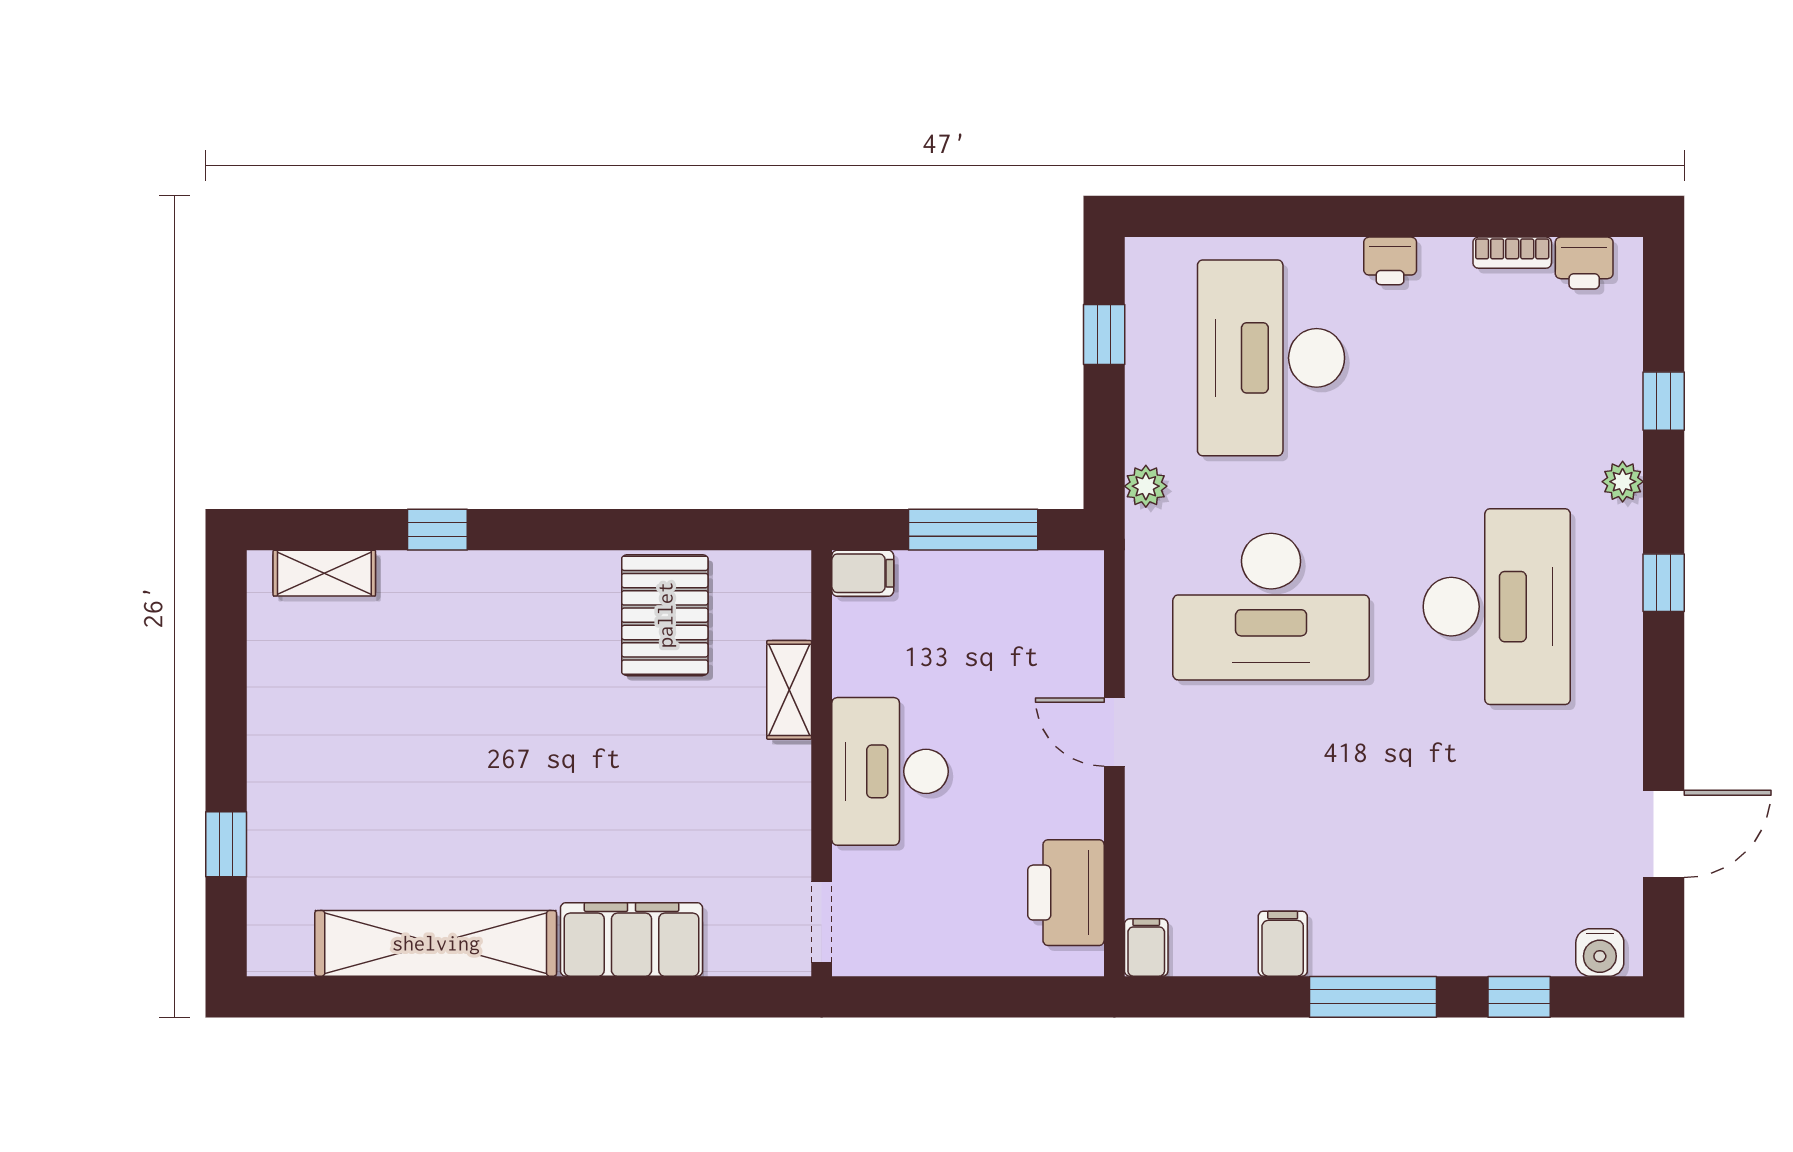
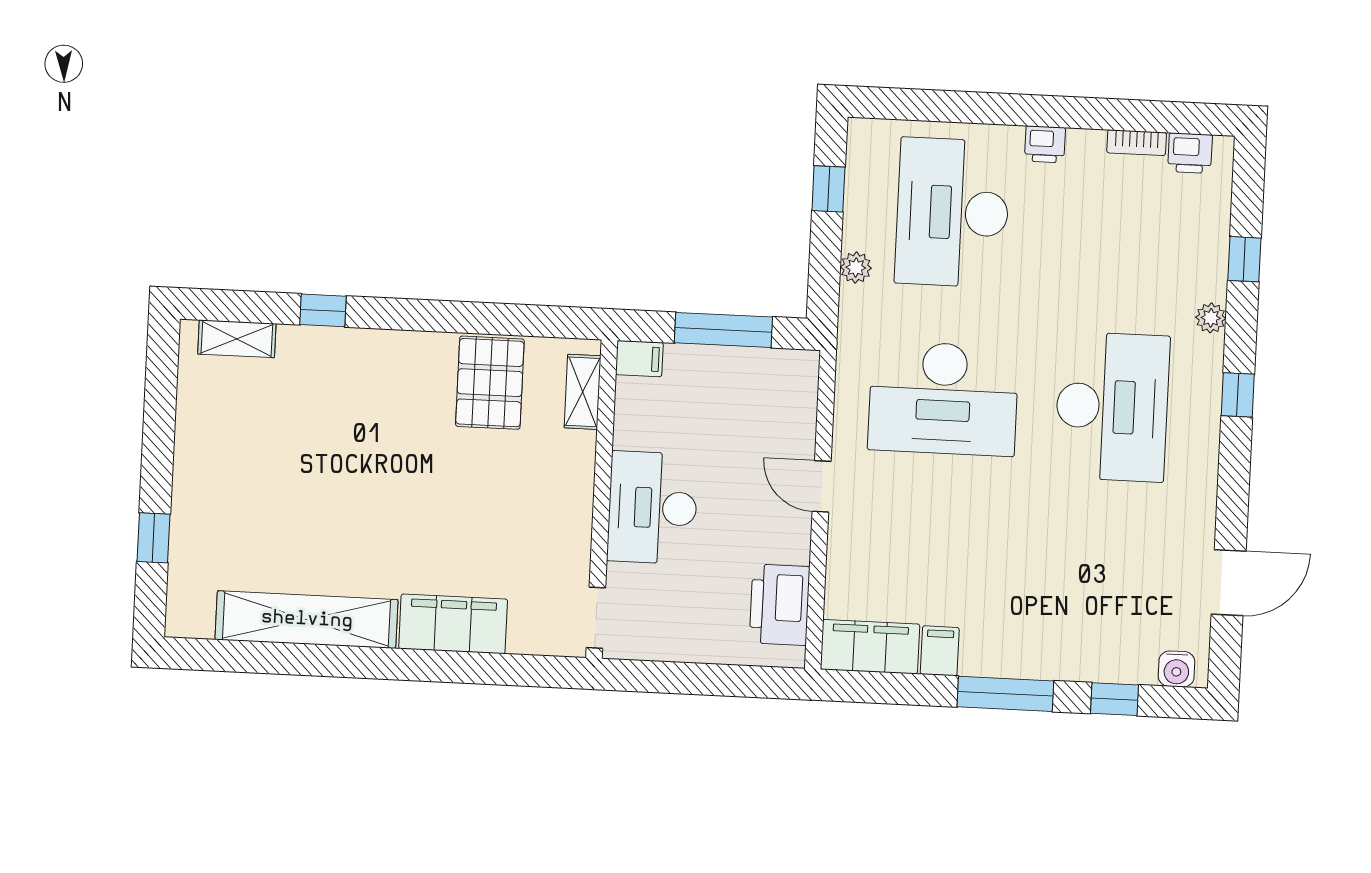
plant: (1146, 486) -> (856, 268), moved
shelving: (789, 690) -> (583, 392), moved
filing cabinet: (1146, 948) -> (870, 647), width x3.00, depth x1.17

